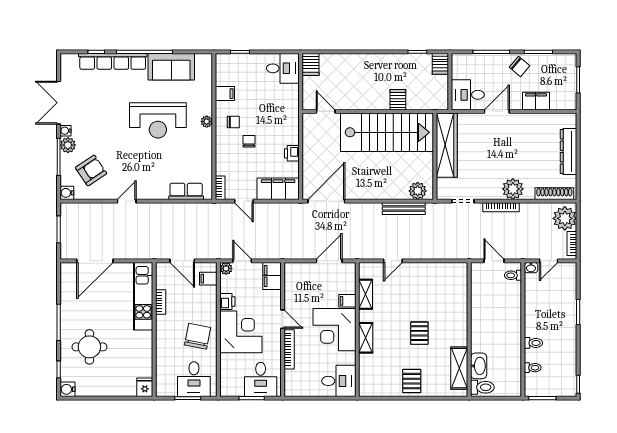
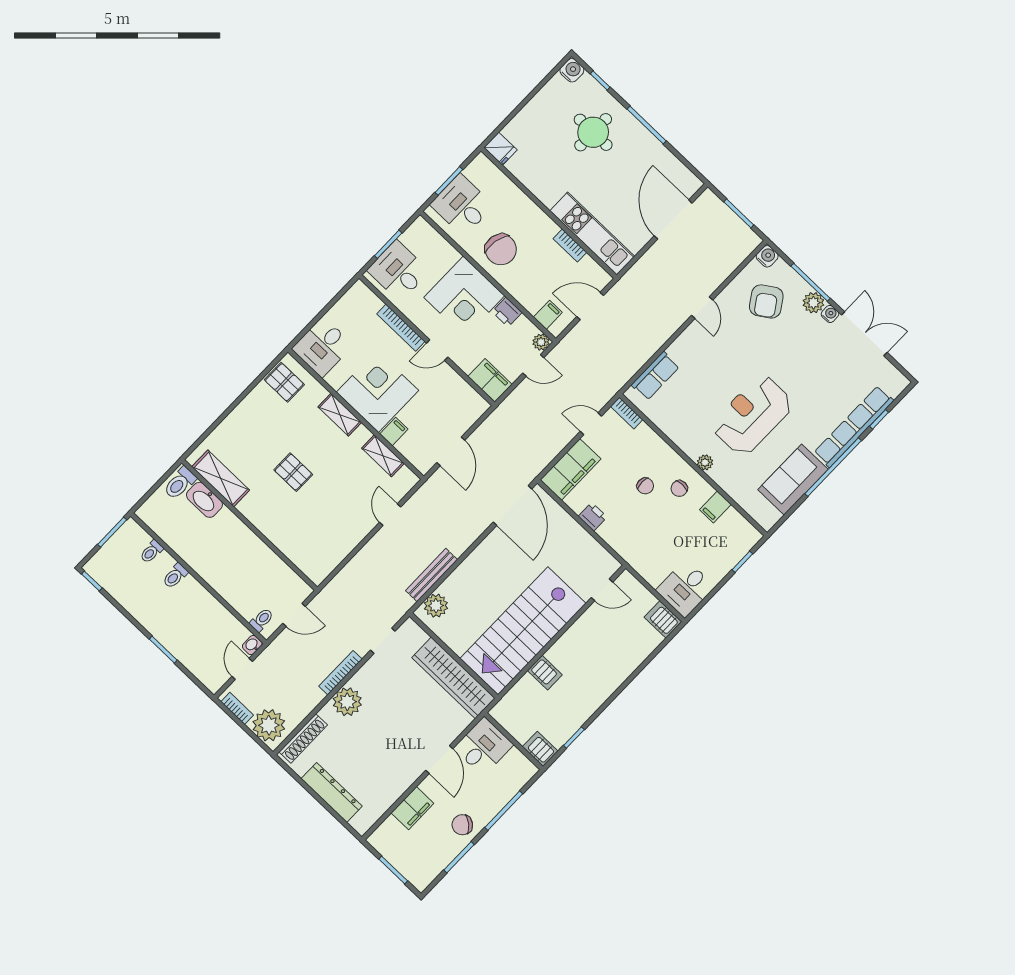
pallet: (412, 381) -> (284, 382), moved

